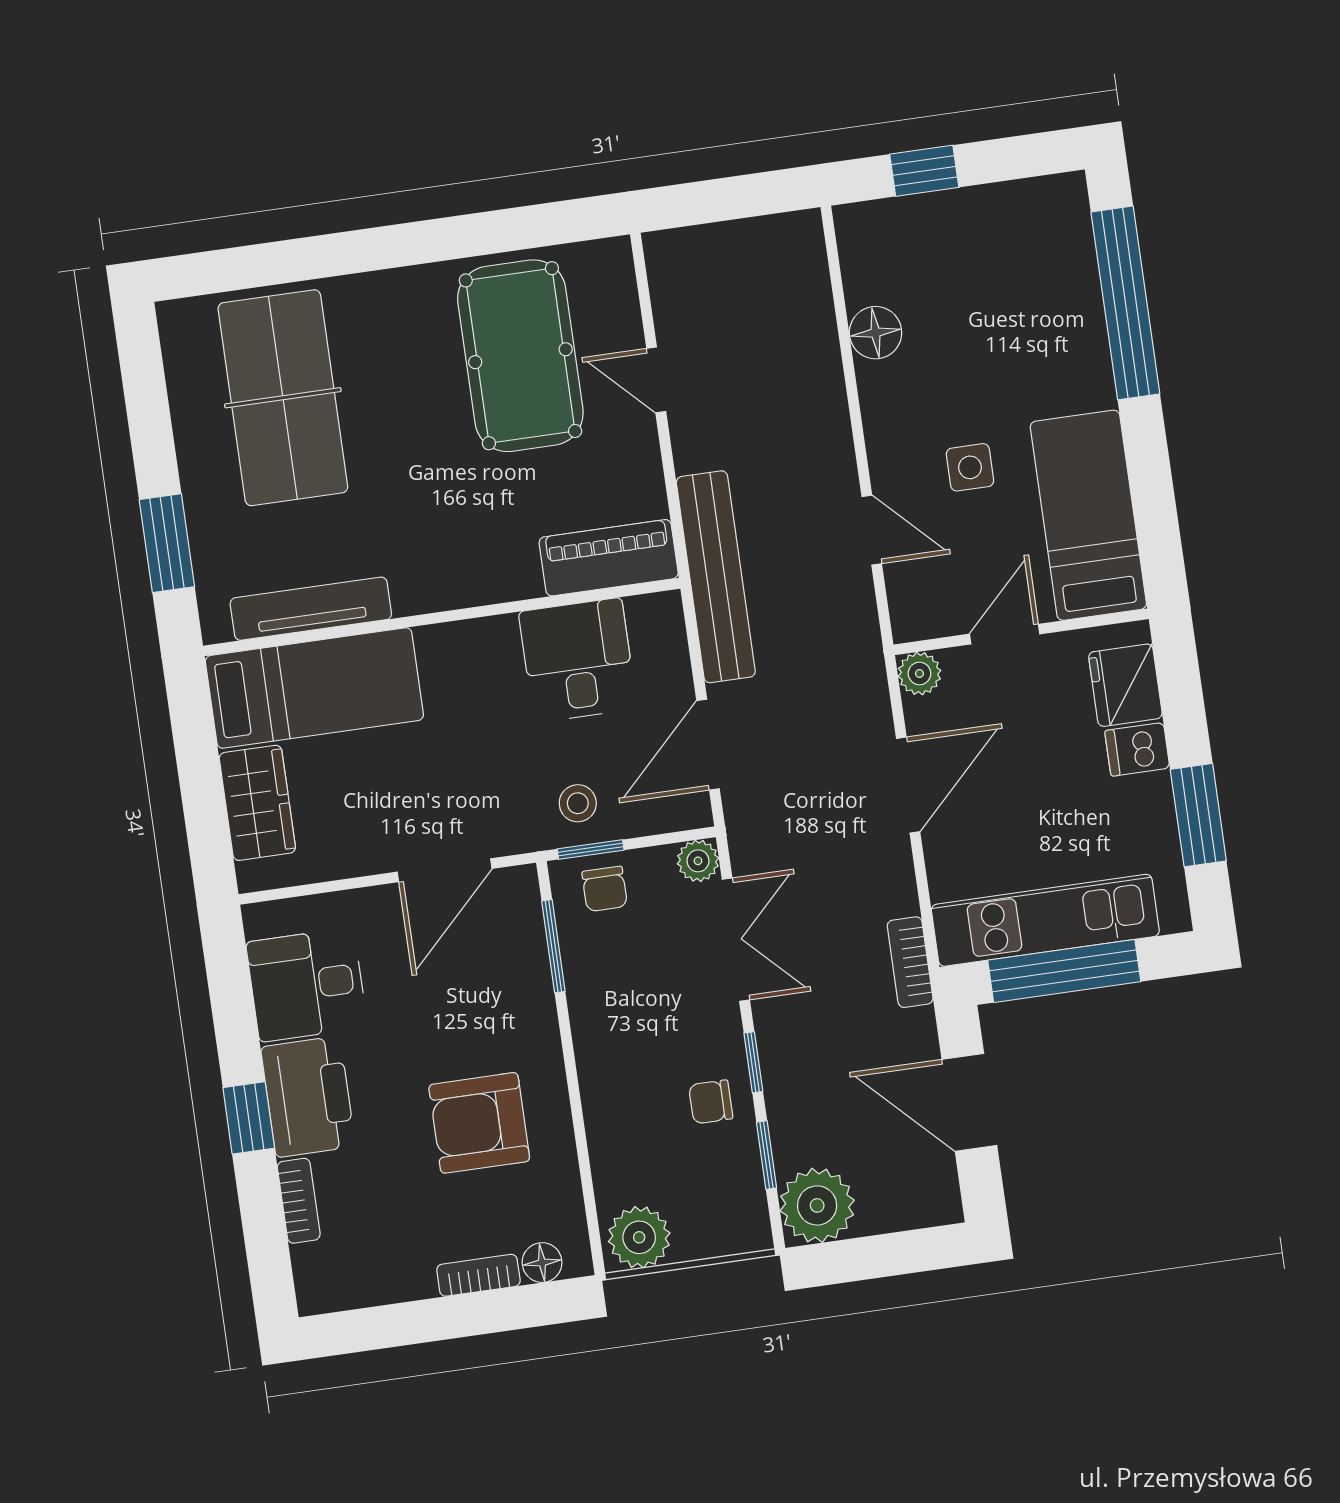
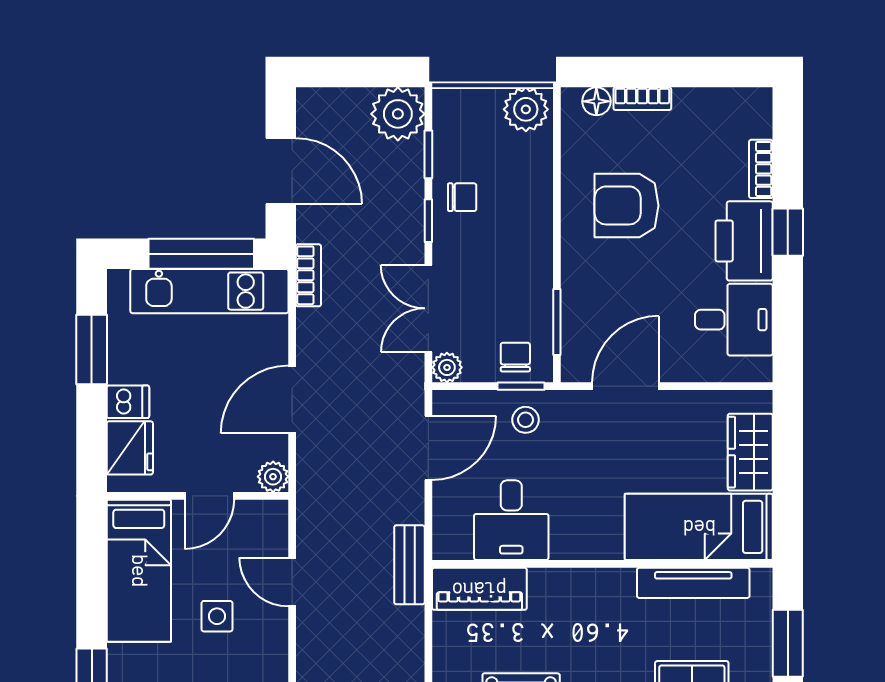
bench: (716, 577) -> (409, 565), width x0.54, depth x0.82
armchair: (479, 1123) -> (627, 205), turned 180

